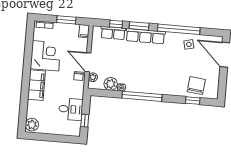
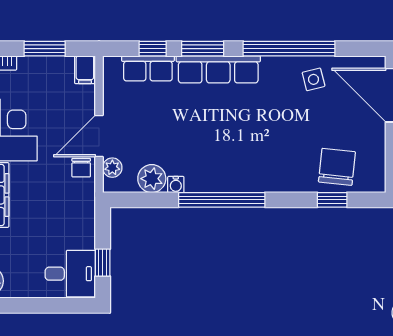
door: (88, 62) -> (99, 136), hinge flipped
desk: (71, 109) -> (70, 274), moved

